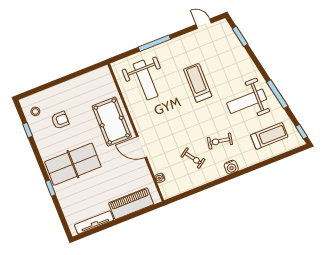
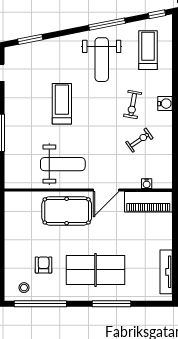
weight bench: (146, 80) -> (63, 164), moved
treadmill: (198, 83) -> (62, 104), turned 90
window: (28, 130) -> (40, 304), width x3.17
table tennis table: (73, 164) -> (96, 270), turned 90
window: (50, 188) -> (111, 304), width x2.17
piano: (131, 204) -> (148, 202), moved, turned -90

